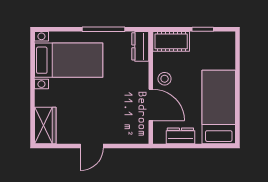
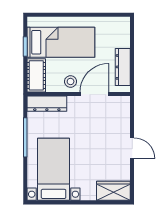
dresser: (140, 46) -> (47, 104), width x1.44
bed: (219, 107) -> (61, 42), moved, turned 180
dresser: (180, 136) -> (123, 67), width x1.44

